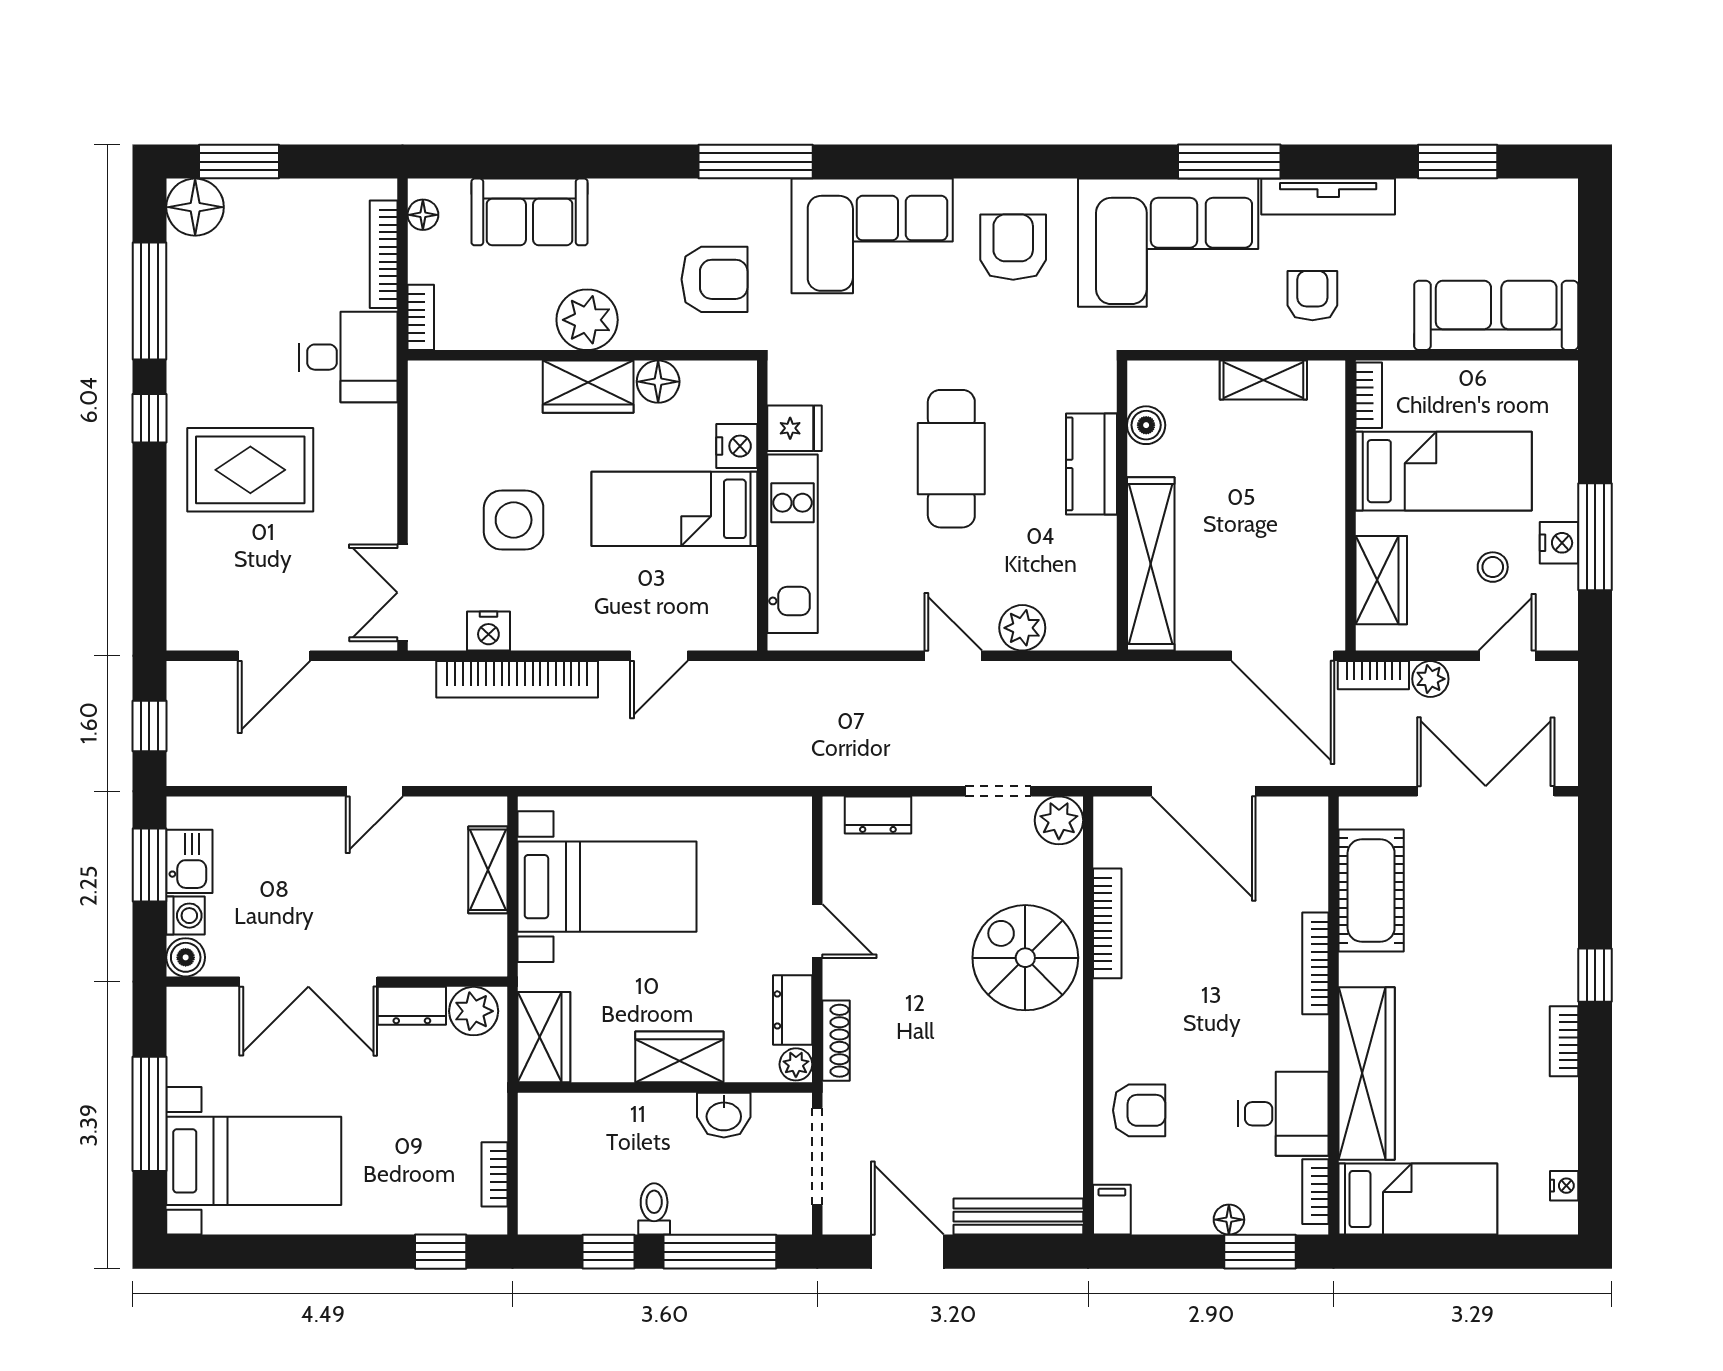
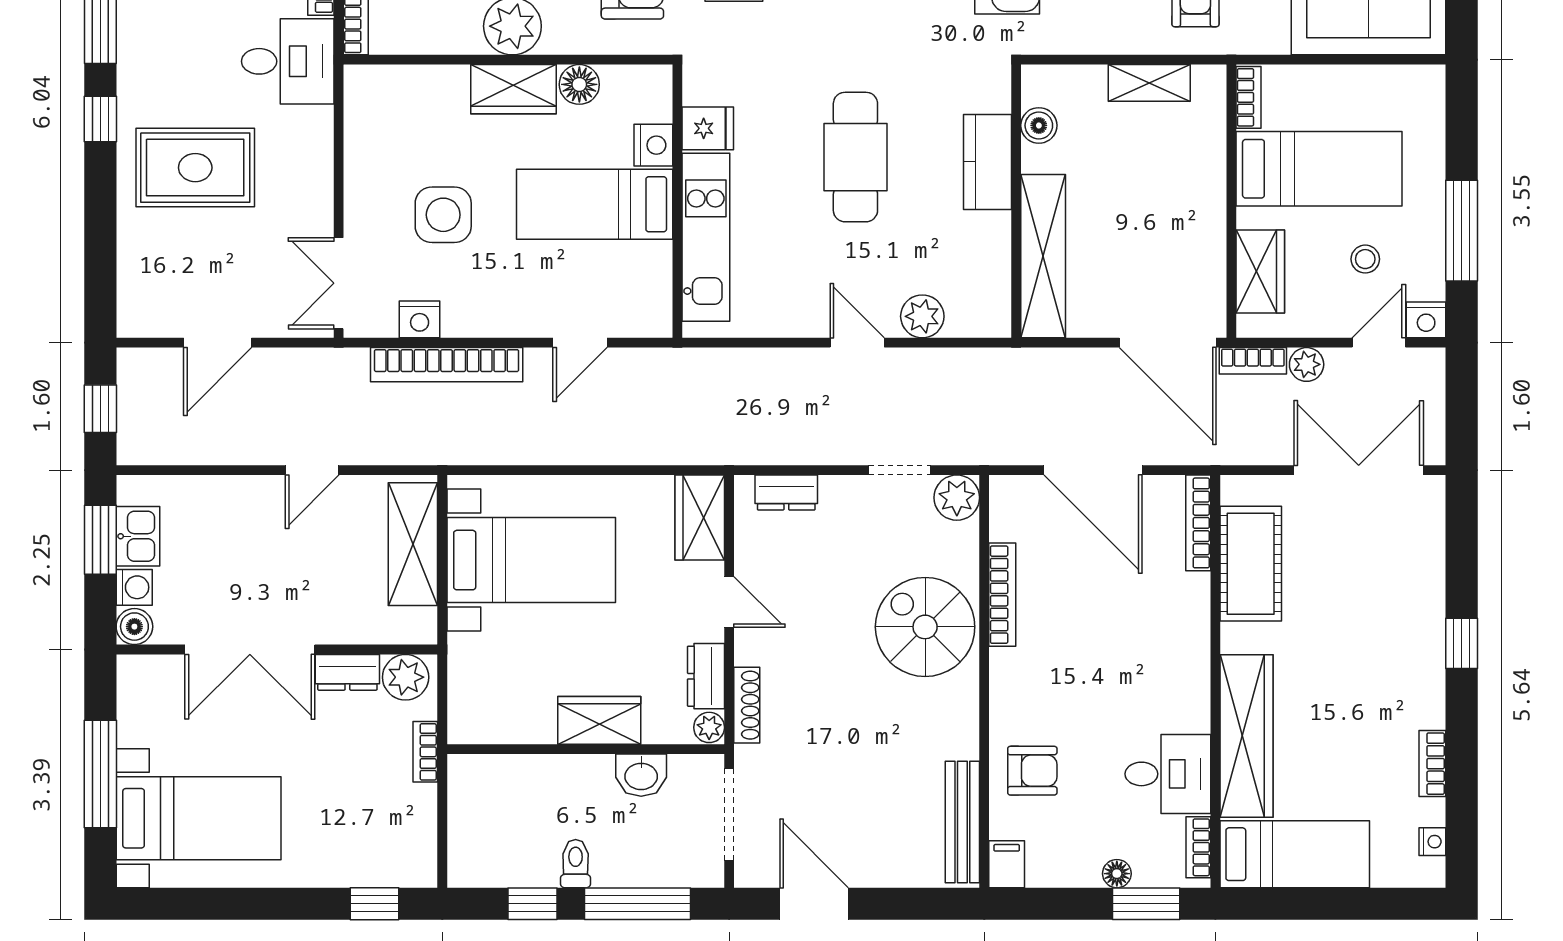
nightstand: (1559, 543) -> (1426, 320), moved, turned 90
shelving: (488, 870) -> (413, 544), width x1.50, depth x1.33
bookcase: (1315, 963) -> (1198, 523), moved
wardrobe: (544, 1037) -> (700, 518), moved, turned 180
bookcase: (1564, 1041) -> (1432, 764), moved
bookcase: (495, 1174) -> (425, 752), moved
bench: (1018, 1217) -> (962, 822), moved, turned 90

